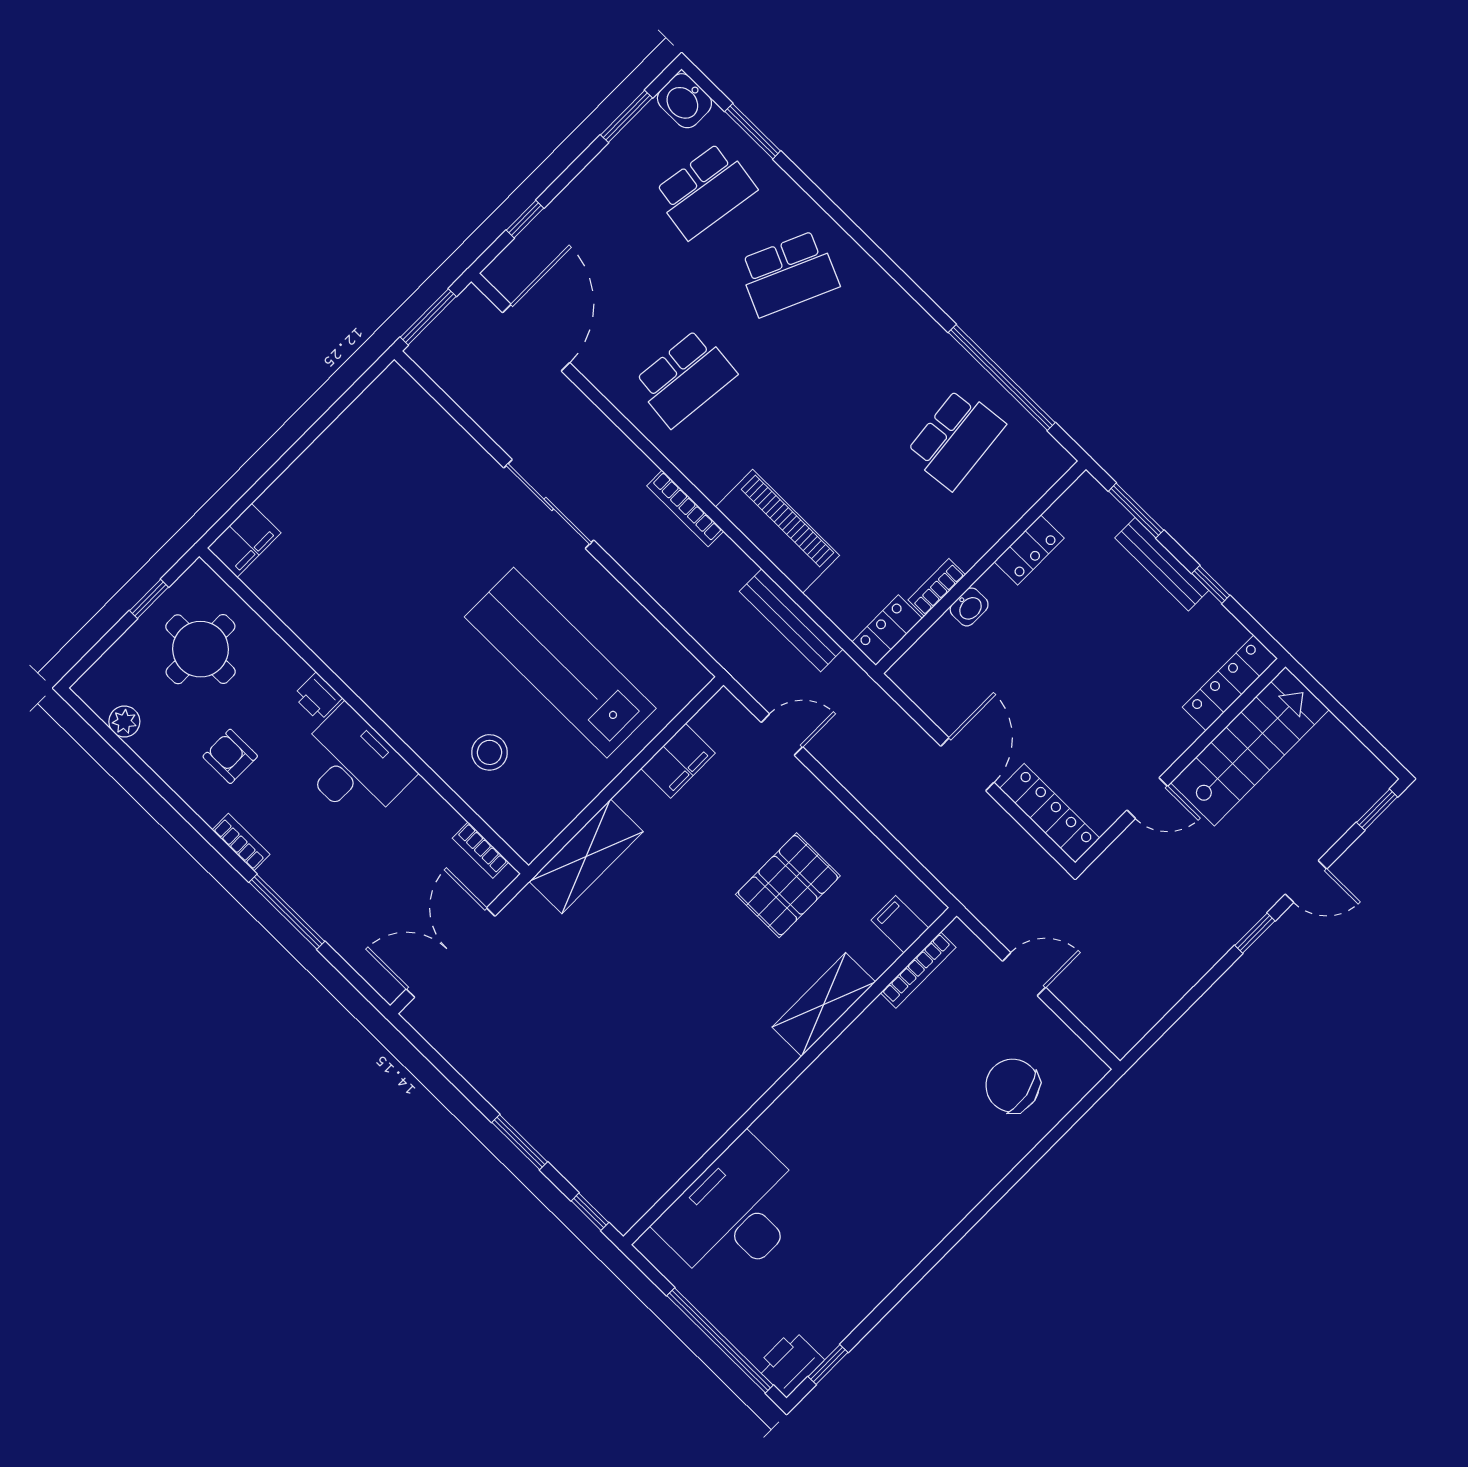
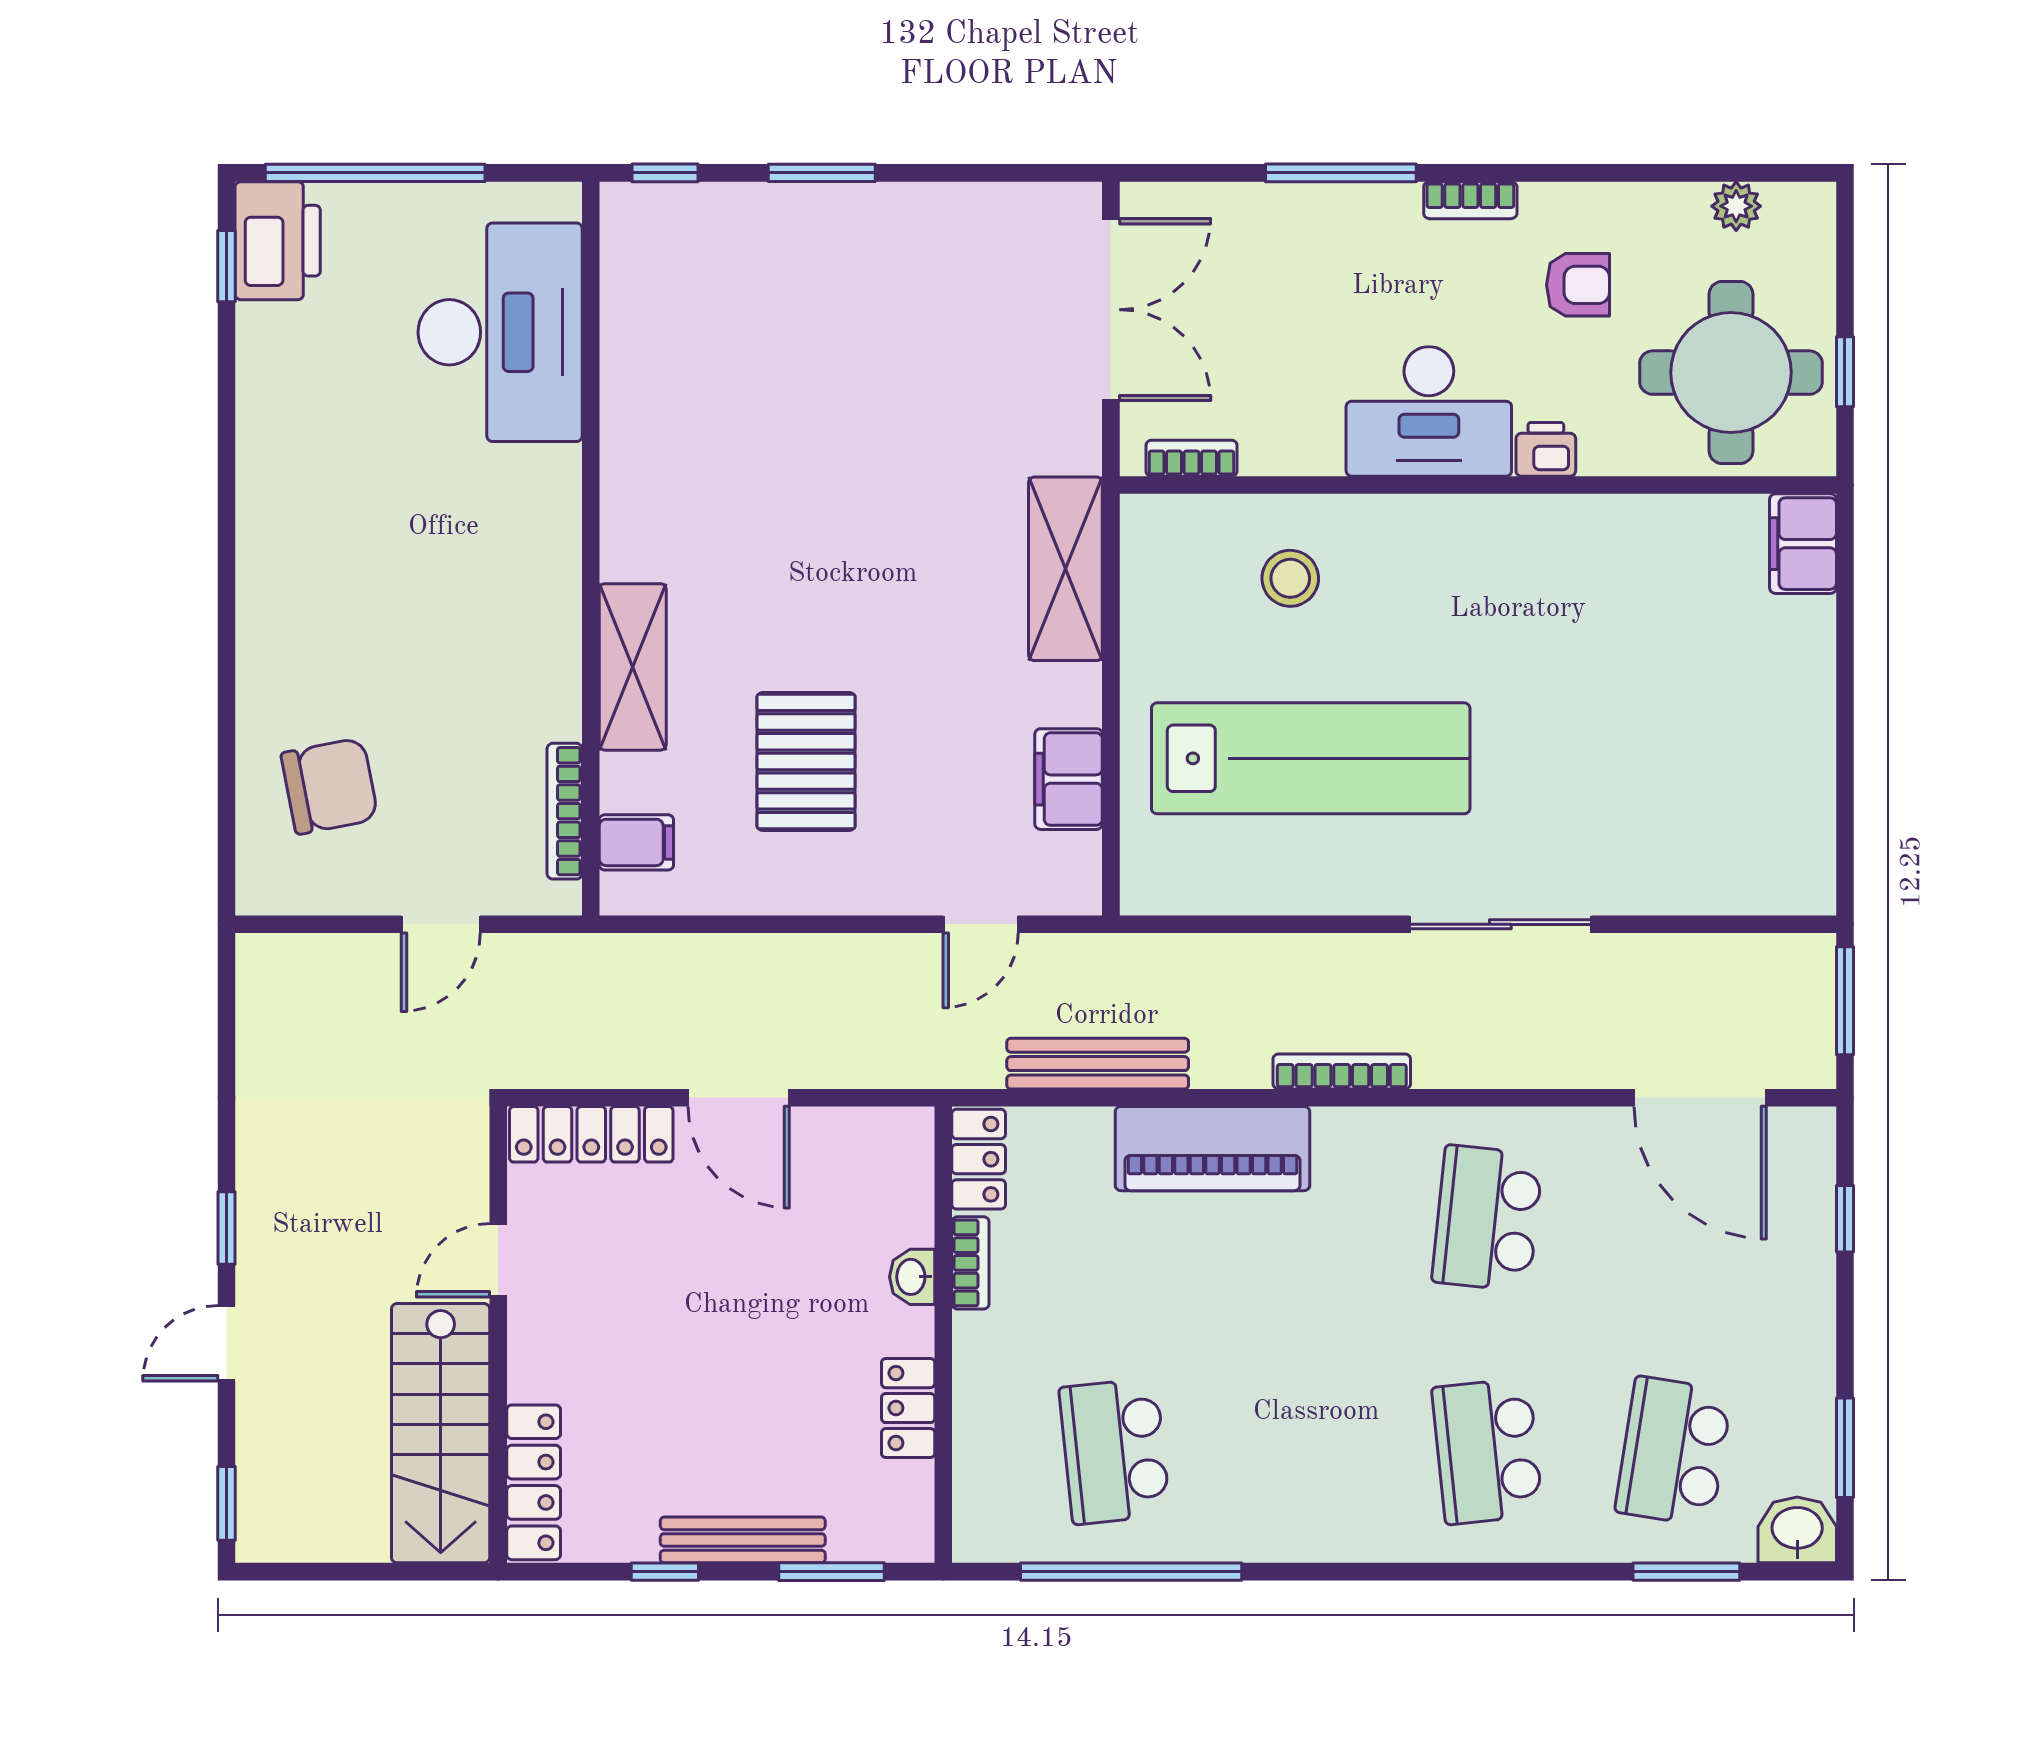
school desk: (789, 274) -> (1487, 1451), turned -30
round table: (201, 649) -> (1731, 373), width x1.36, depth x1.36
printer: (790, 1363) -> (278, 241), width x1.37, depth x1.19

